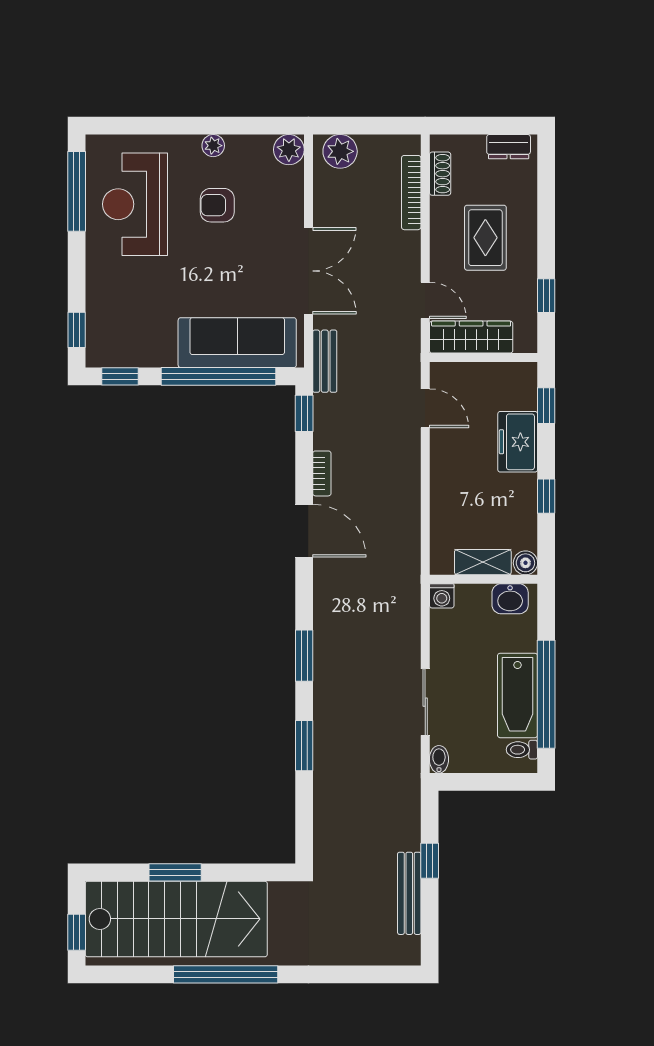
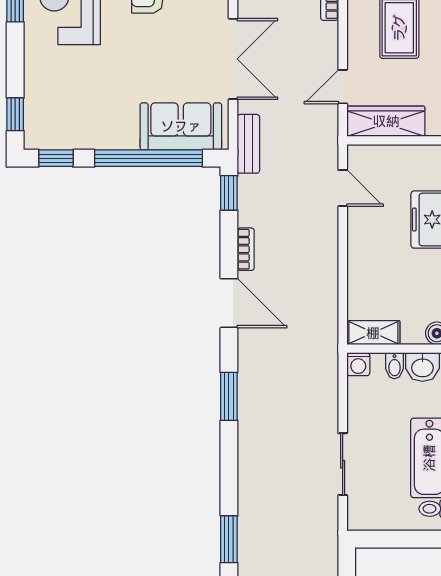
door: (425, 300) -> (343, 87), swing flipped
sofa: (237, 343) -> (181, 126), width x0.73
shelving: (483, 562) -> (373, 333), moved
window: (304, 656) -> (229, 396), moved
window: (304, 746) -> (229, 539), moved
bidet: (439, 759) -> (394, 366), moved, turned 180

